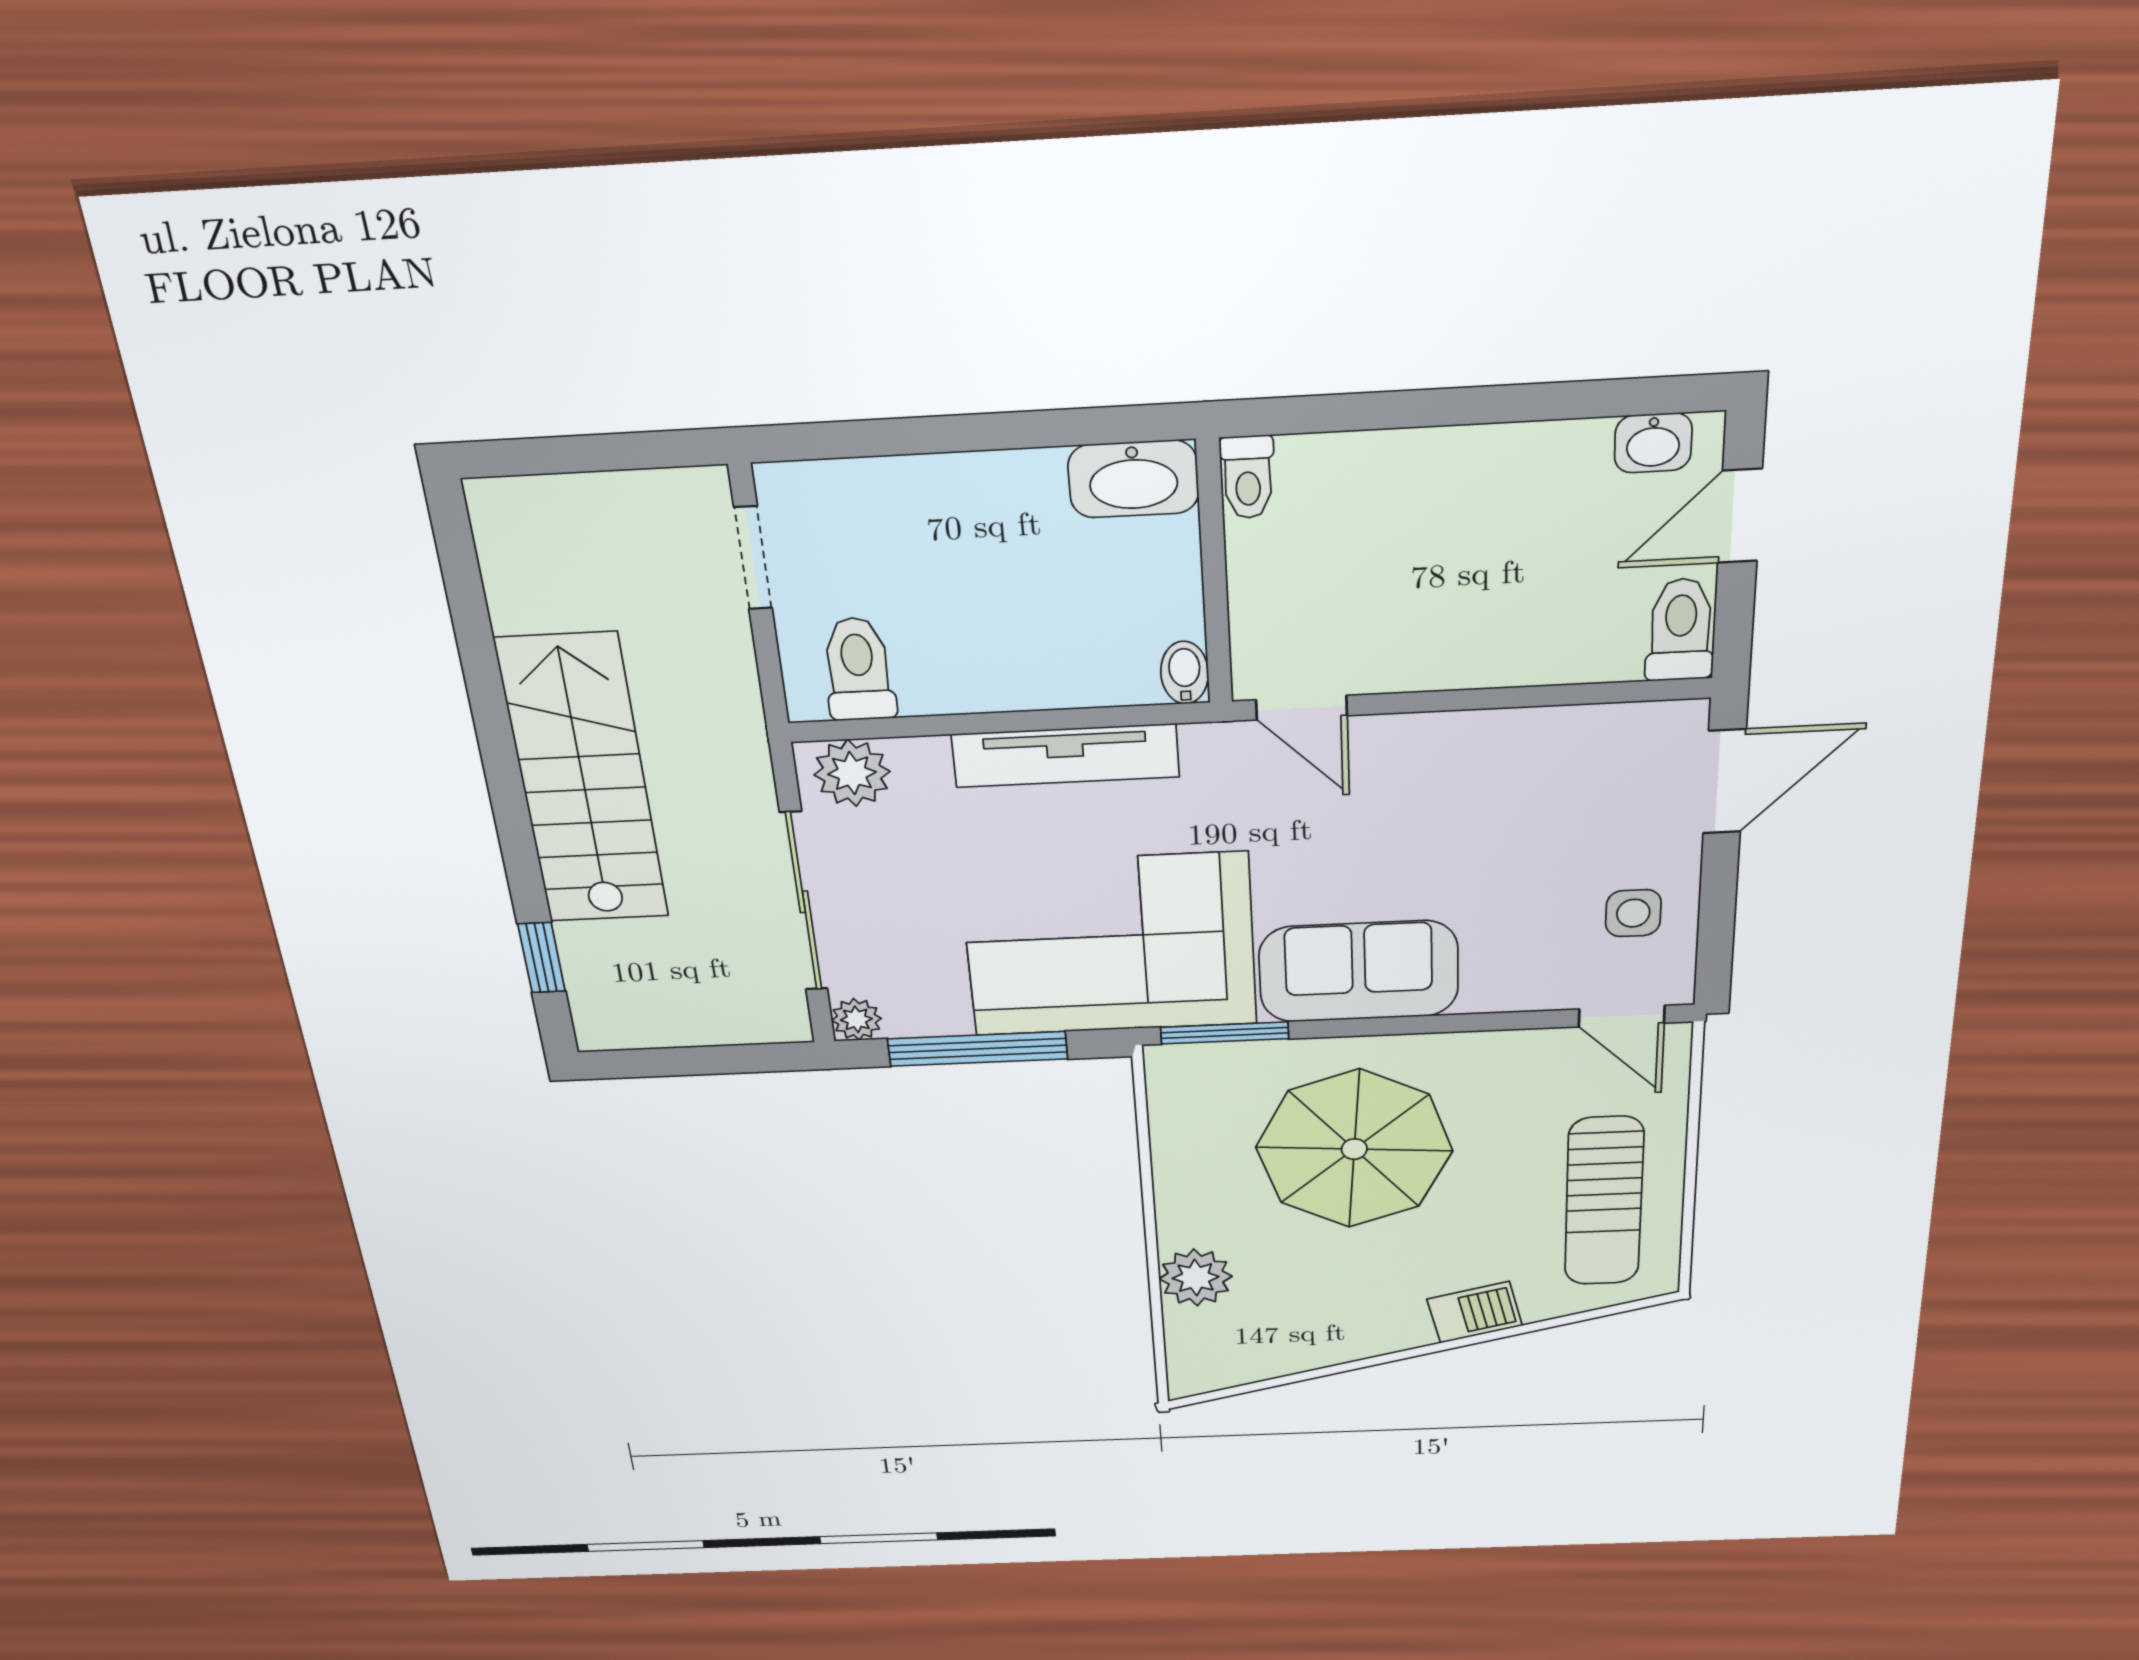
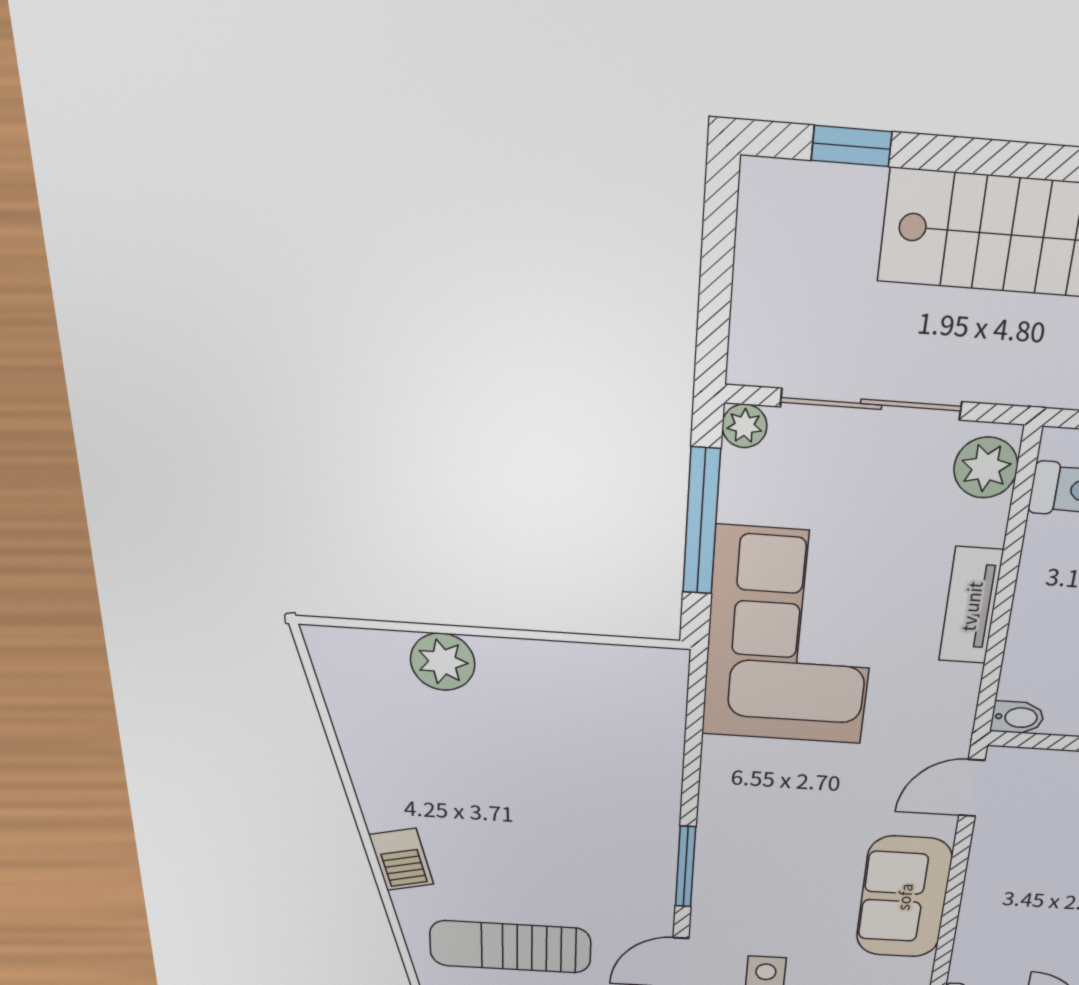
tv unit: (1065, 756) -> (971, 606), width x0.71
sofa: (1359, 972) -> (904, 897), moved, turned 180
window: (1225, 1033) -> (685, 867), moved
parasol: (1354, 1149) -> (573, 790), removed

